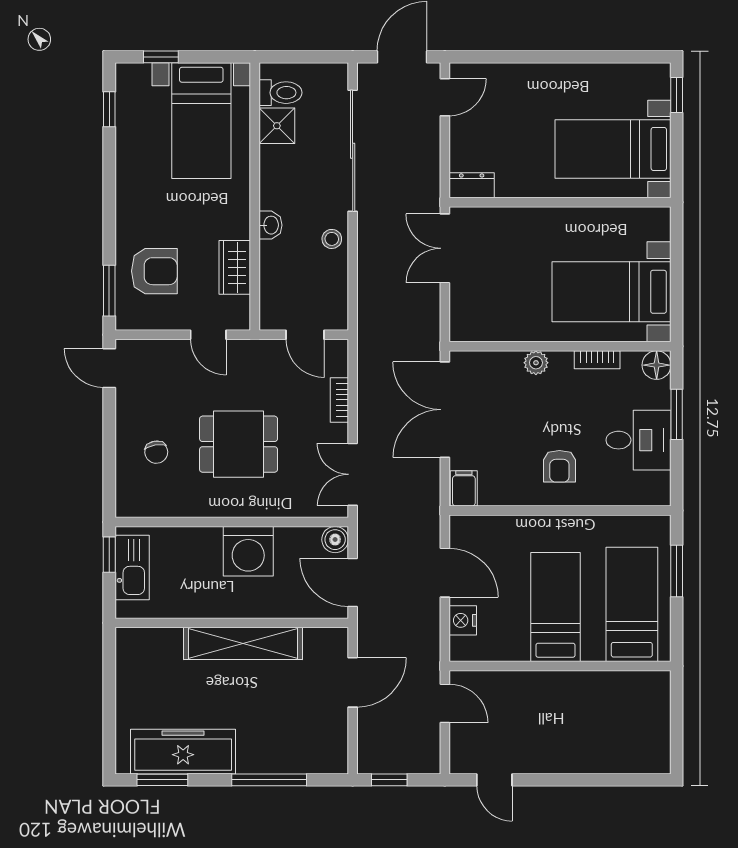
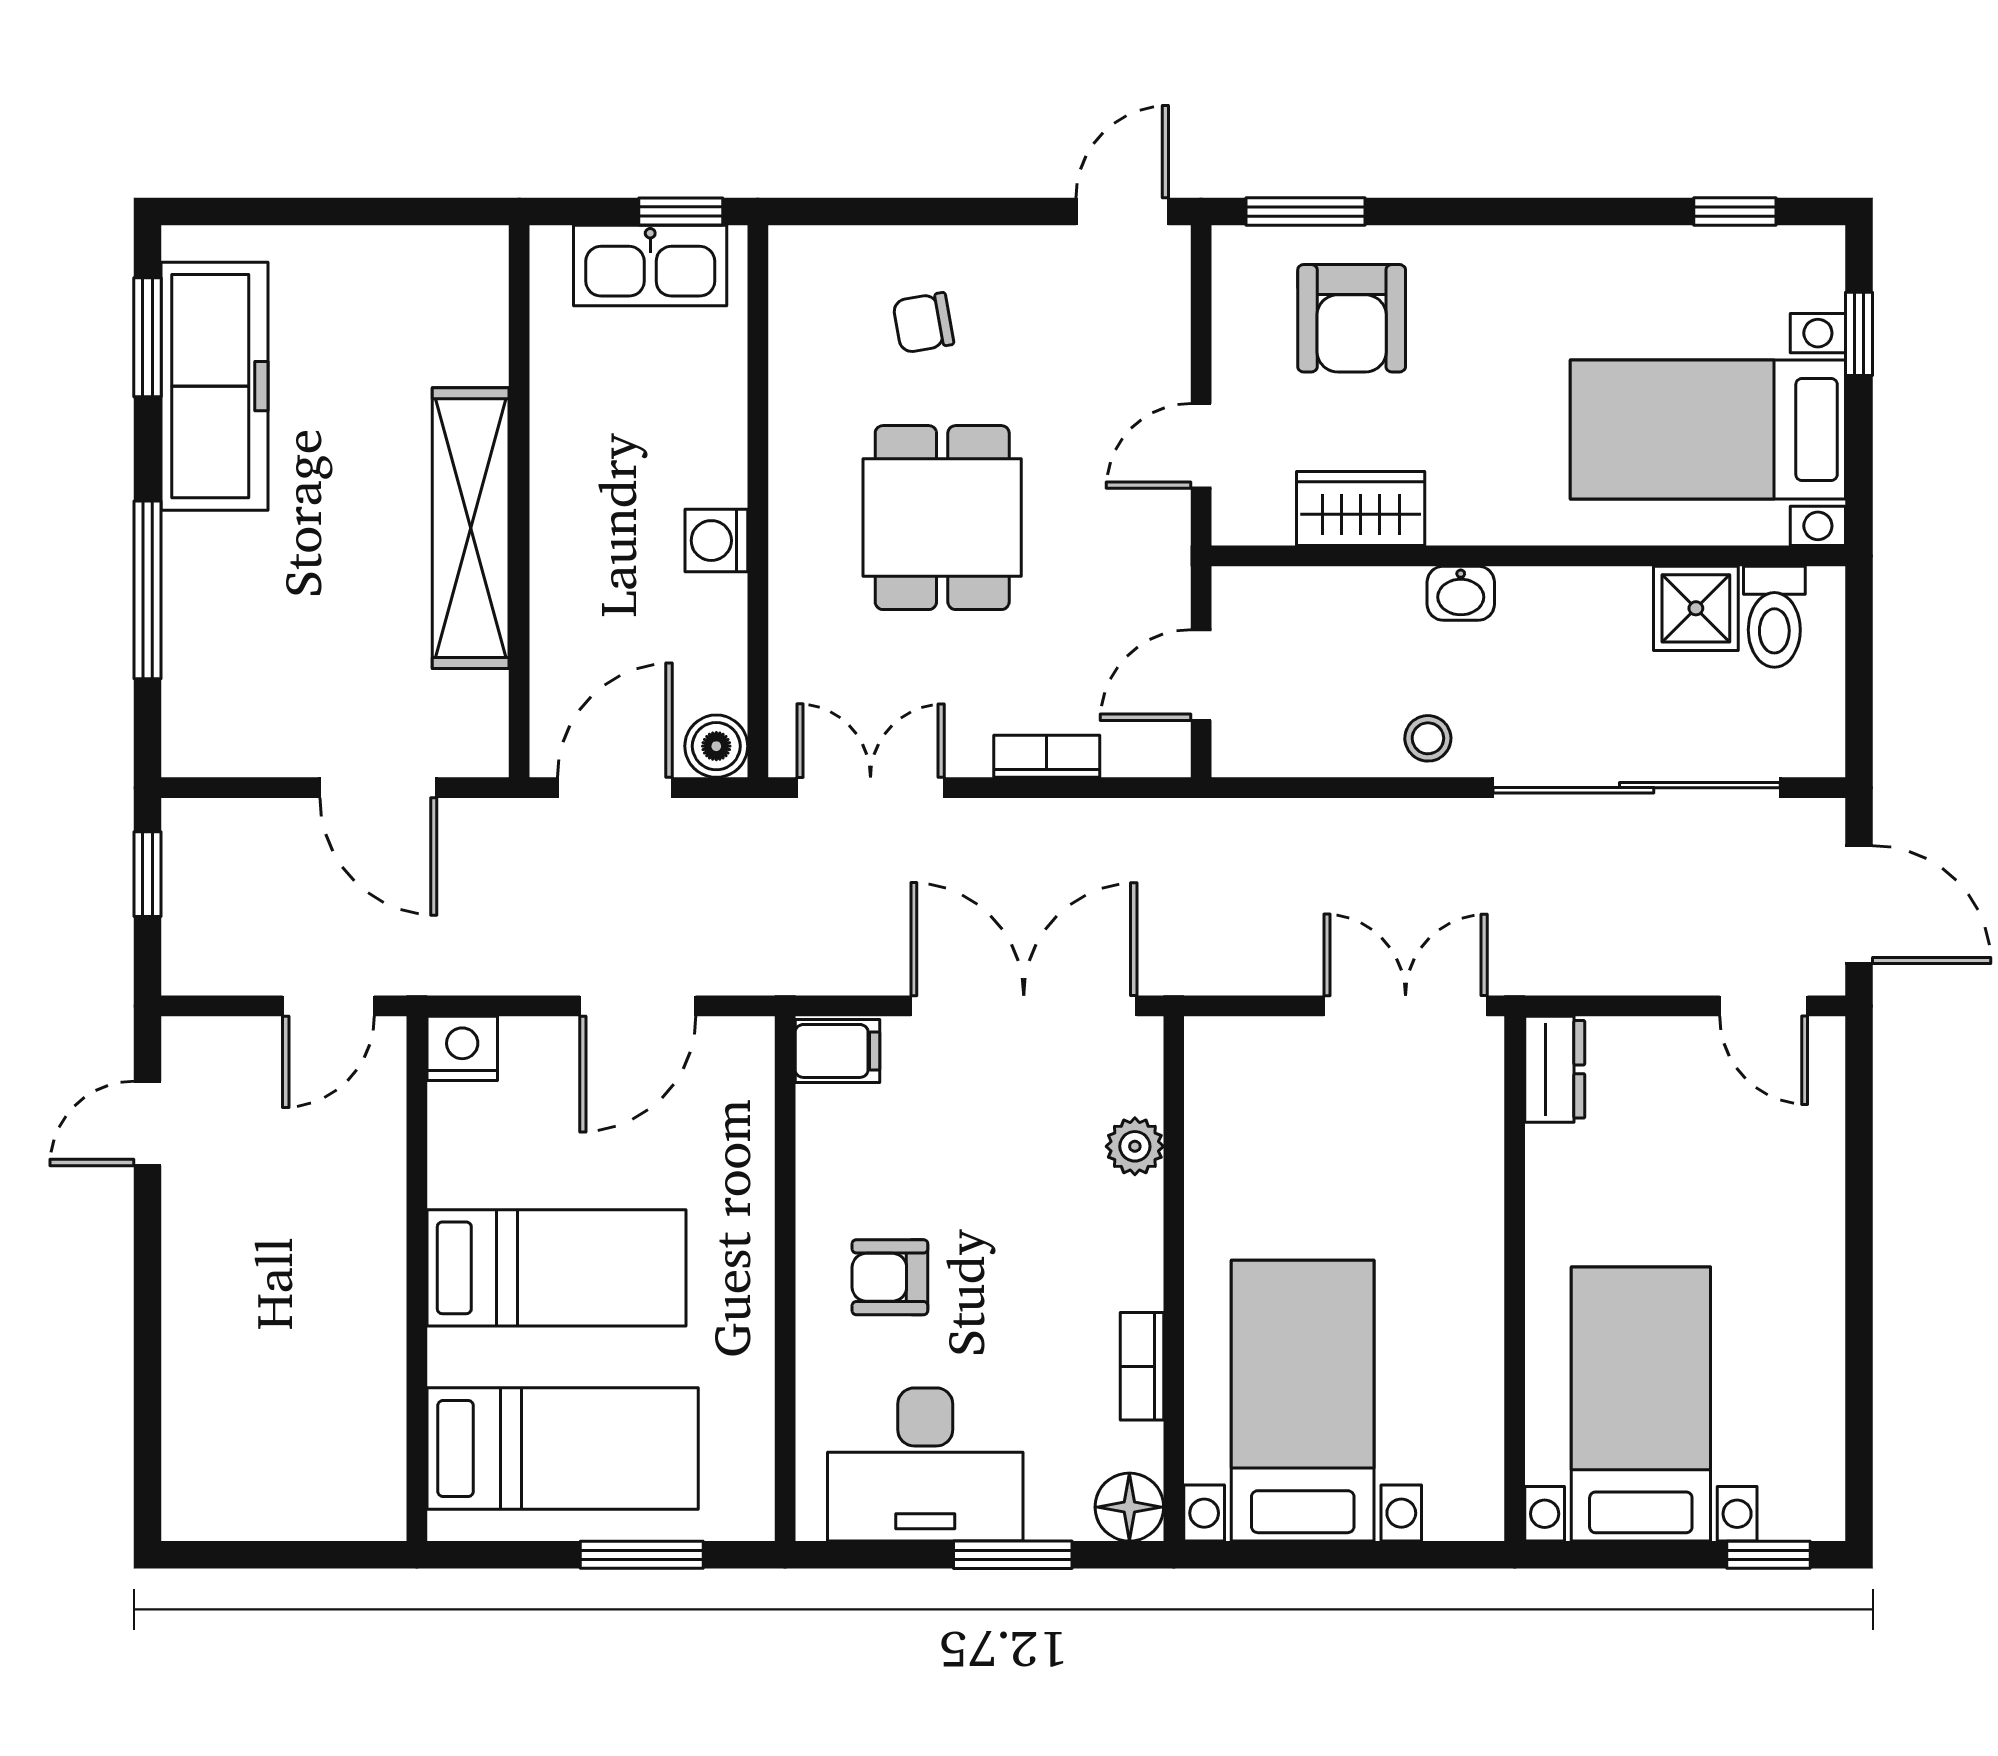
plant: (536, 363) -> (1135, 1146), moved
desk: (639, 440) -> (925, 1464), width x1.37
washing machine: (248, 551) -> (716, 541), width x0.53, depth x0.53
nightstand: (463, 620) -> (462, 1048), moved

